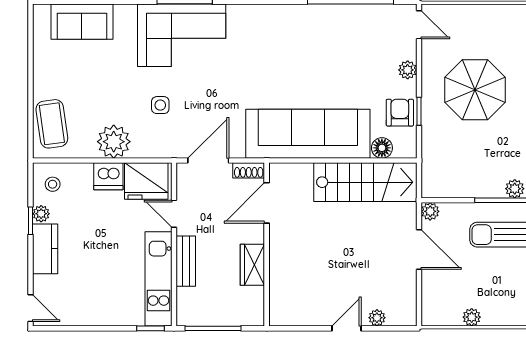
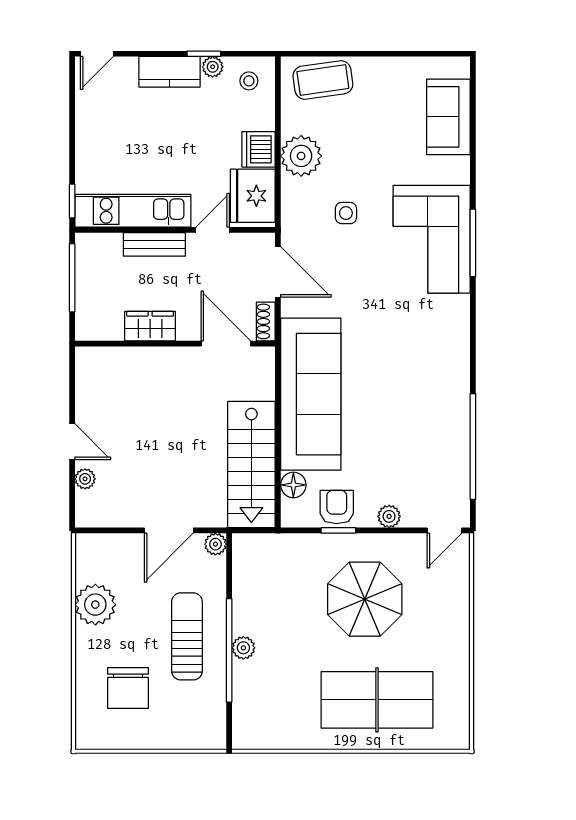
armchair: (400, 113) -> (337, 507), turned -90
plant: (472, 317) -> (95, 605), width x1.87, depth x1.87

